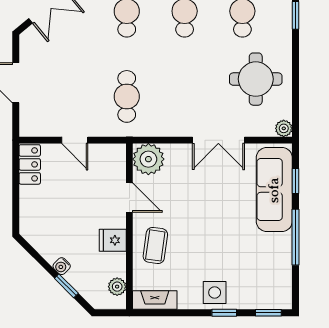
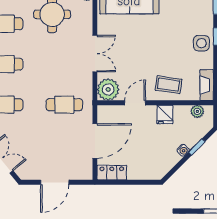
door: (75, 140) -> (95, 141), width x1.88
double door: (218, 140) -> (95, 54), moved

